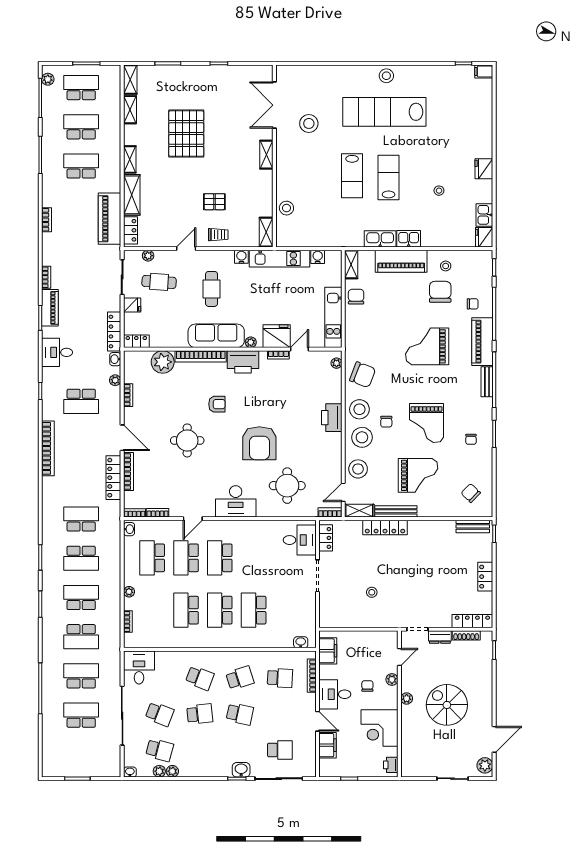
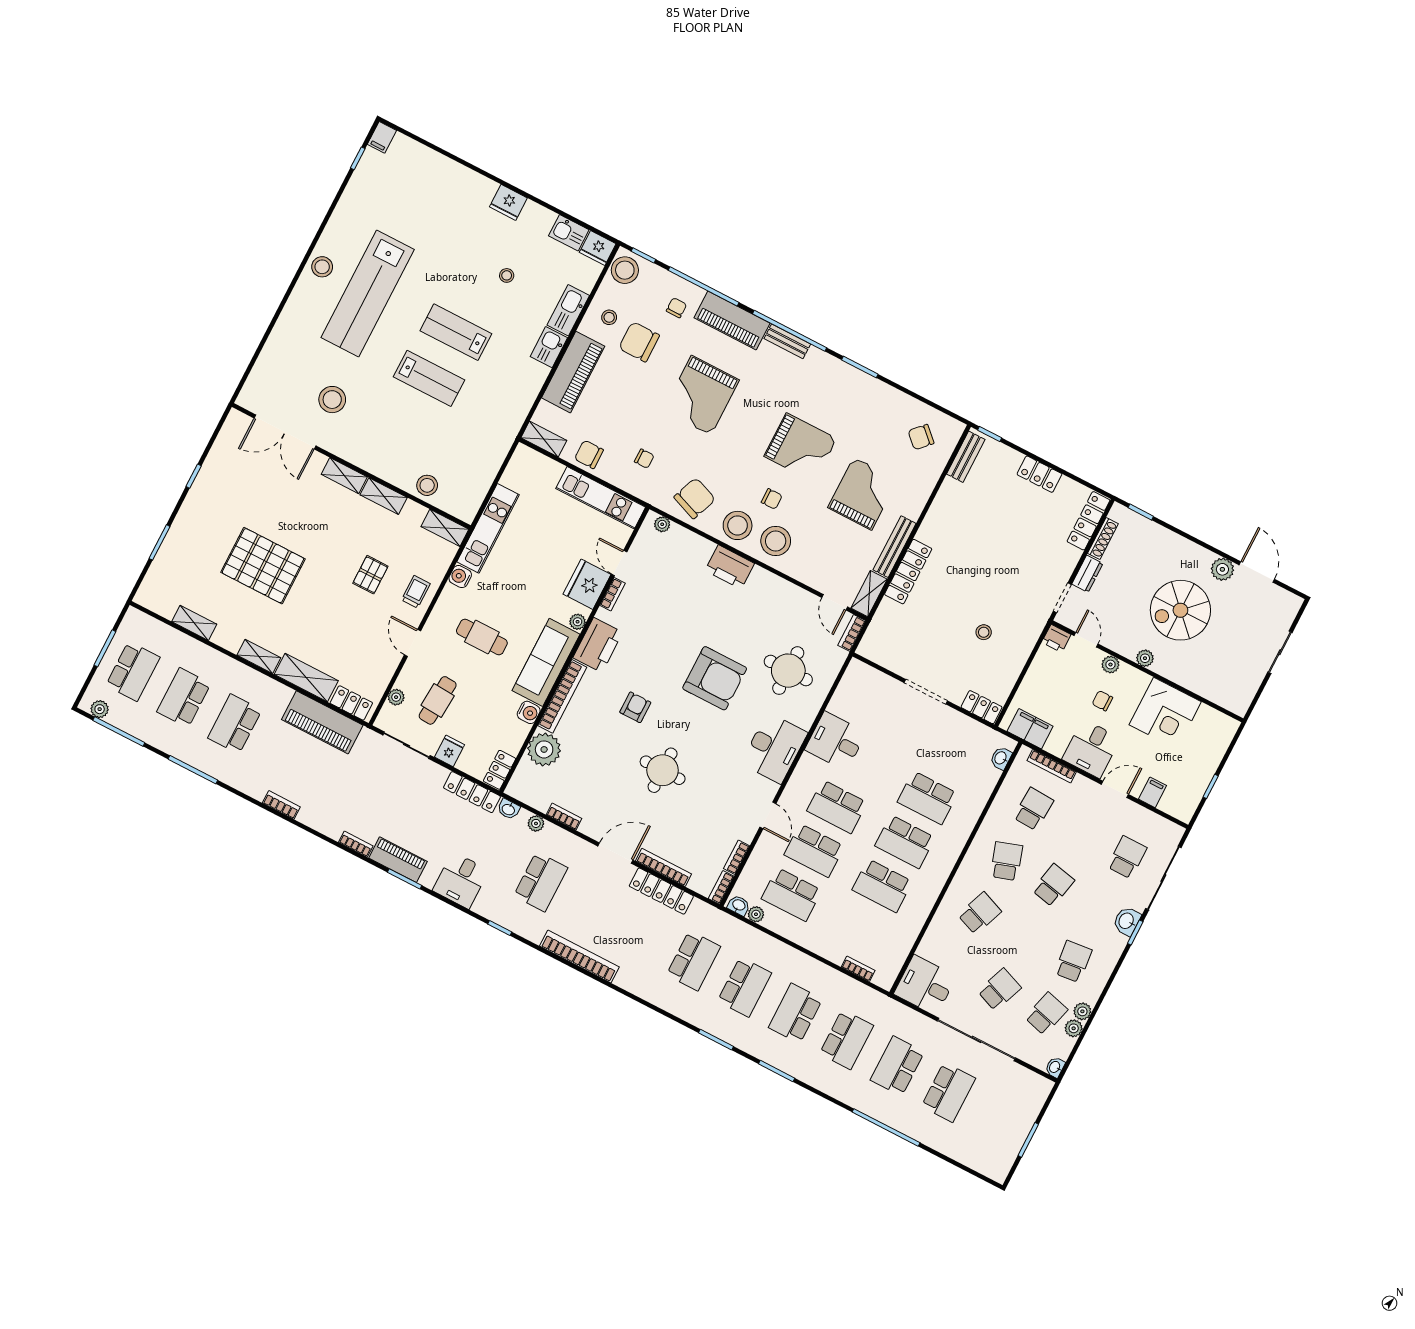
shelving: (130, 80) -> (384, 496), moved
school desk: (81, 88) -> (133, 671), turned 180
kitchen sink: (380, 239) -> (568, 310), moved
water cooler: (318, 257) -> (529, 712), moved, turned 180
chair: (471, 439) -> (644, 459), moved
stool: (358, 469) -> (625, 270), moved
school desk: (81, 519) -> (694, 961), turned 180
locker: (326, 538) -> (982, 707), moved
desk: (300, 540) -> (835, 741), moved, turned -90
plant: (129, 592) -> (756, 914), moved
school desk: (200, 714) -> (1073, 962), moved
school desk: (81, 715) -> (948, 1092), turned 180
filing cabinet: (327, 745) -> (1153, 792), width x0.50
printer: (391, 765) -> (1056, 638), moved
plant: (485, 765) -> (1222, 569), moved

